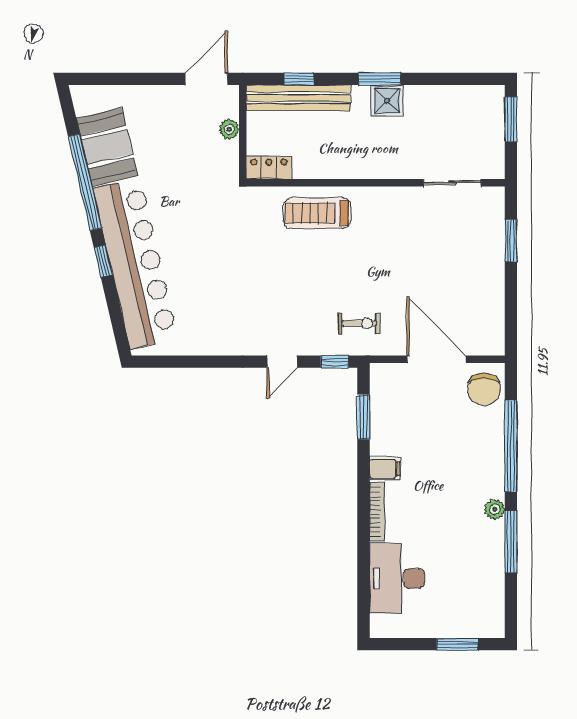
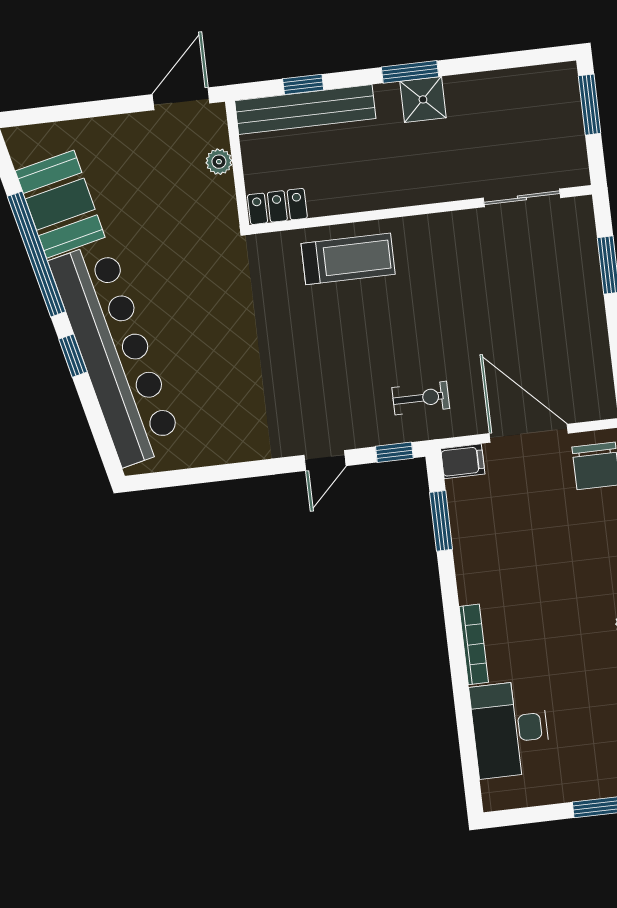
treadmill: (317, 213) -> (348, 259), turned 180
filing cabinet: (385, 469) -> (463, 461), moved

